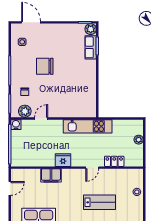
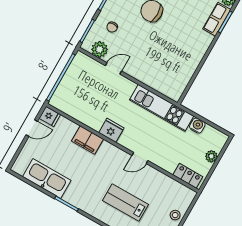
water cooler: (16, 125) -> (197, 126), moved
locker: (114, 161) -> (188, 176), moved
fridge: (17, 174) -> (50, 116), added
lab bench: (99, 202) -> (126, 202), turned 180

